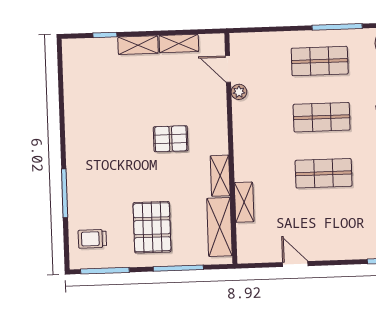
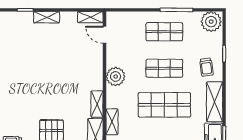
shelving: (179, 44) -> (90, 17), moved
plant: (239, 92) -> (116, 77), moved, width x1.88, depth x1.88
pallet: (171, 139) -> (66, 79), removed
shop shelf: (324, 173) -> (164, 105), width x1.43, depth x1.36

